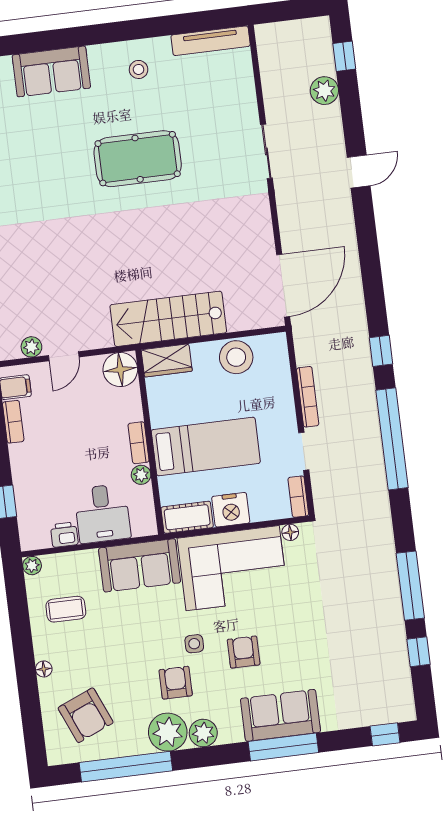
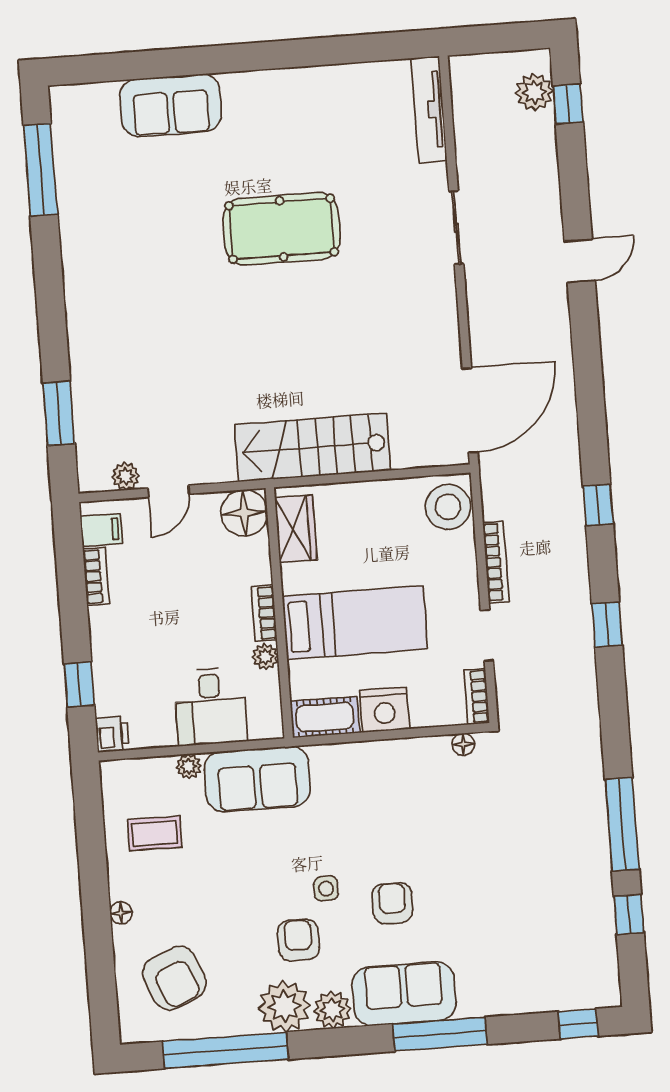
tv unit: (211, 41) -> (429, 109), moved, turned 90
stool: (139, 69) -> (289, 108), removed
plant: (324, 91) -> (534, 92), moved
stool: (236, 357) -> (448, 507), moved
wardrobe: (167, 360) -> (296, 529), moved, turned -90
window: (392, 439) -> (607, 625), width x0.32
printer: (64, 535) -> (112, 734), moved, turned 90
plant: (32, 566) -> (189, 766), moved
corner sofa: (233, 568) -> (383, 789), removed
sofa: (280, 715) -> (404, 994), moved

